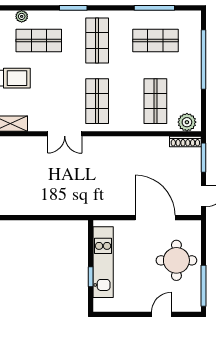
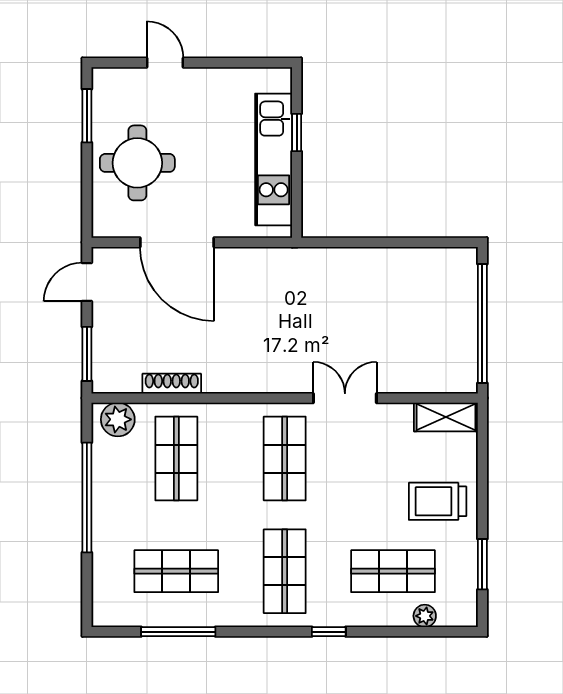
window: (73, 8) -> (329, 632), width x0.67
window: (204, 60) -> (87, 497), moved
shoe rack: (185, 142) -> (172, 384), moved
window: (204, 286) -> (87, 116), width x0.69
door: (161, 314) -> (165, 63), swing flipped

